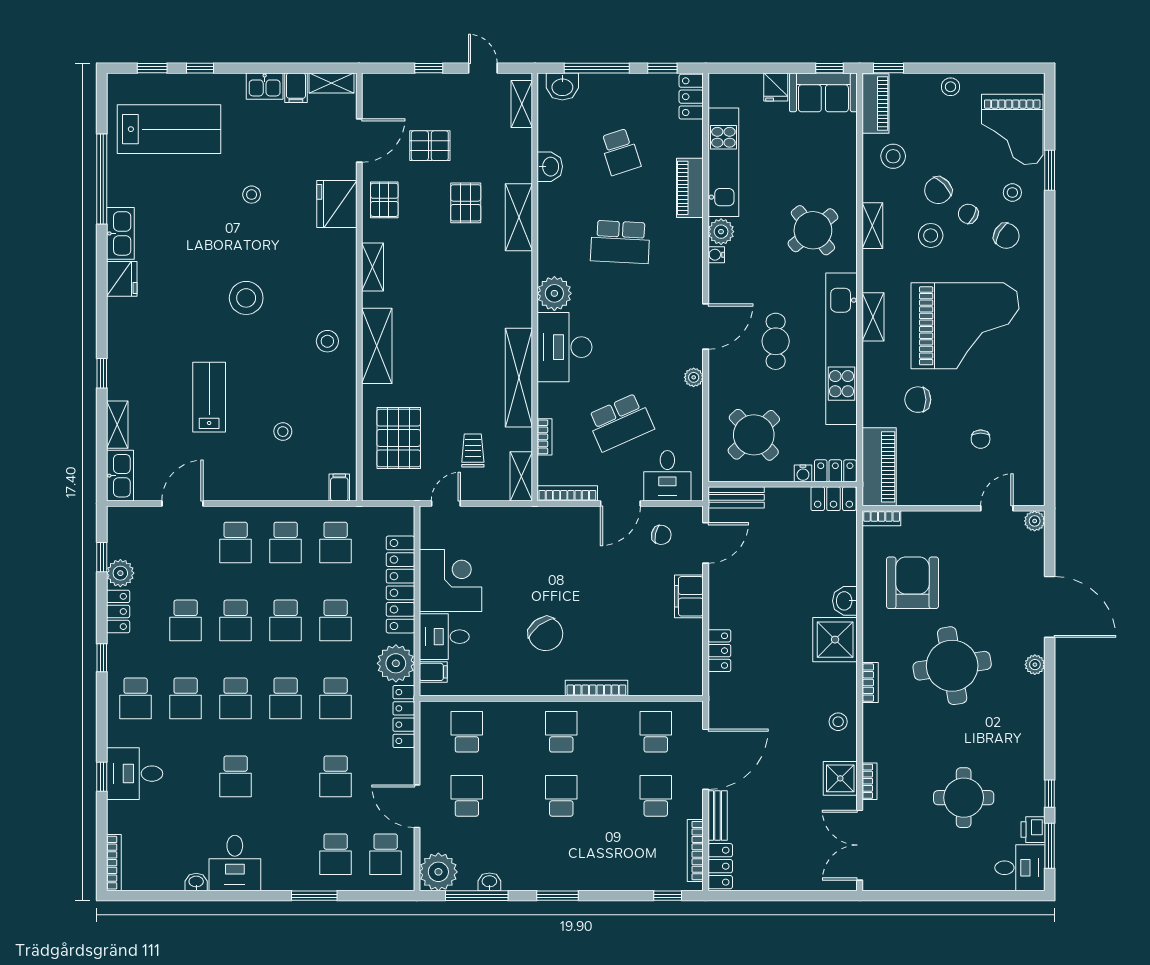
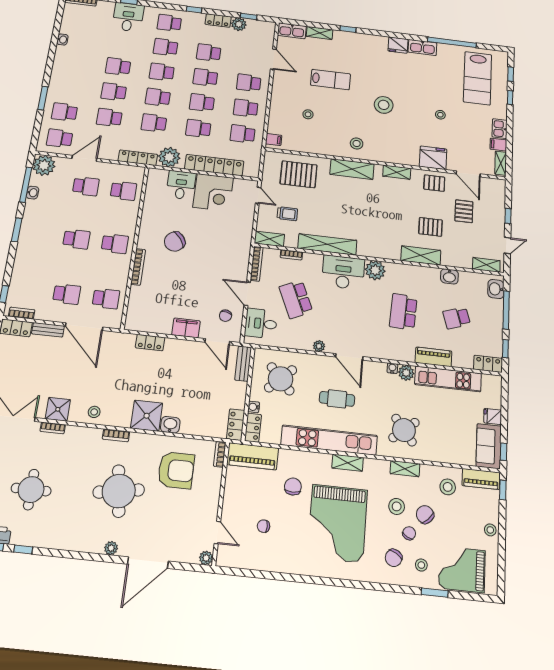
filing cabinet: (433, 672) -> (161, 177), removed
school desk: (286, 776) -> (114, 92), added
bookcase: (695, 851) -> (22, 313), width x0.64
desk: (235, 863) -> (69, 60), removed

